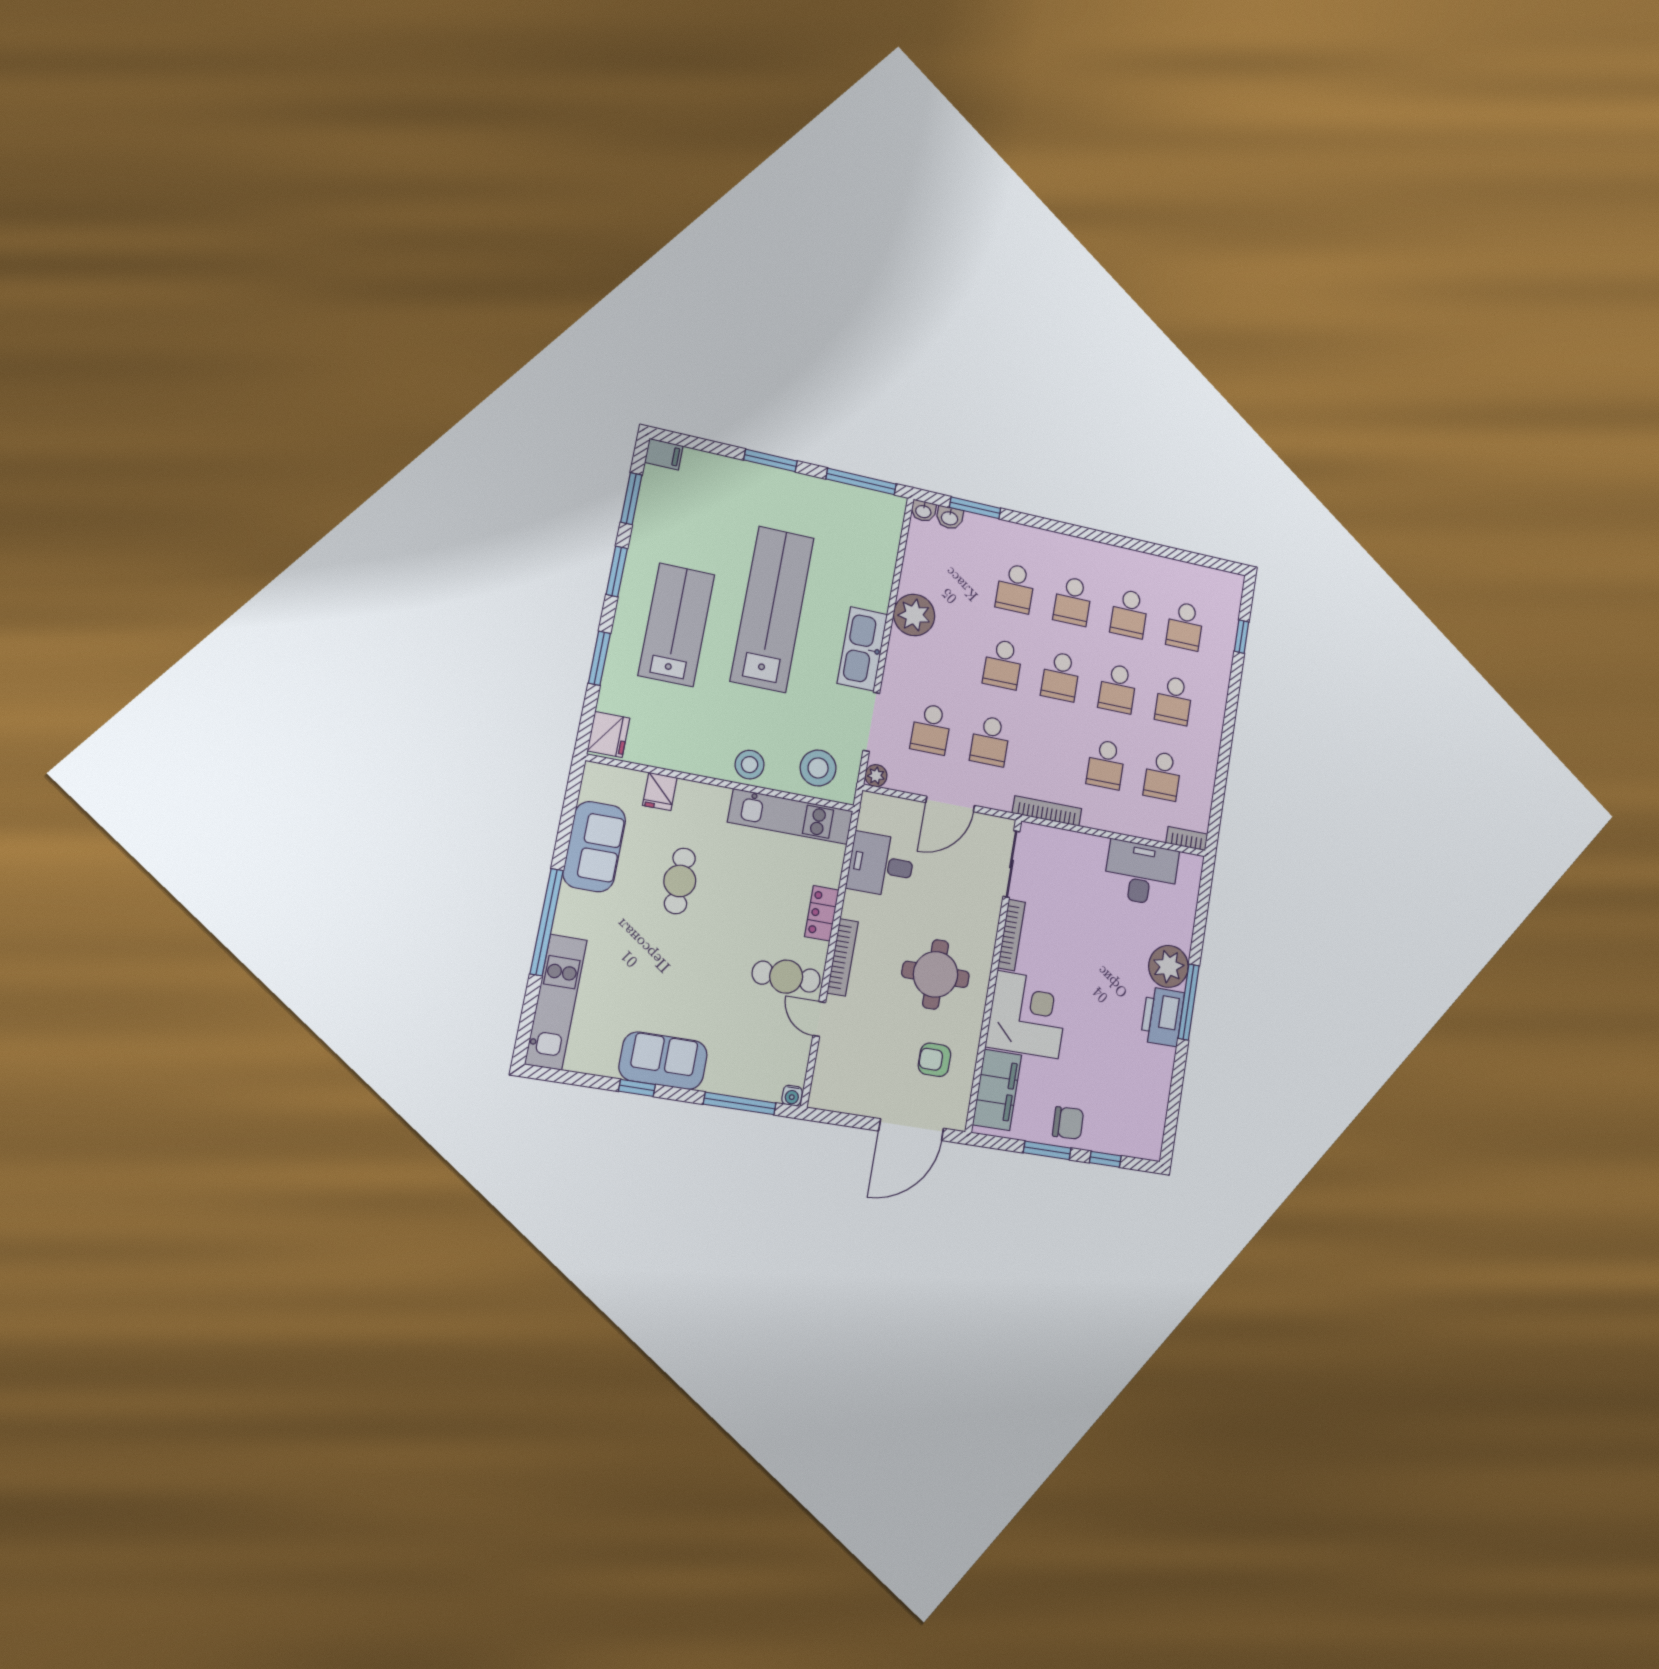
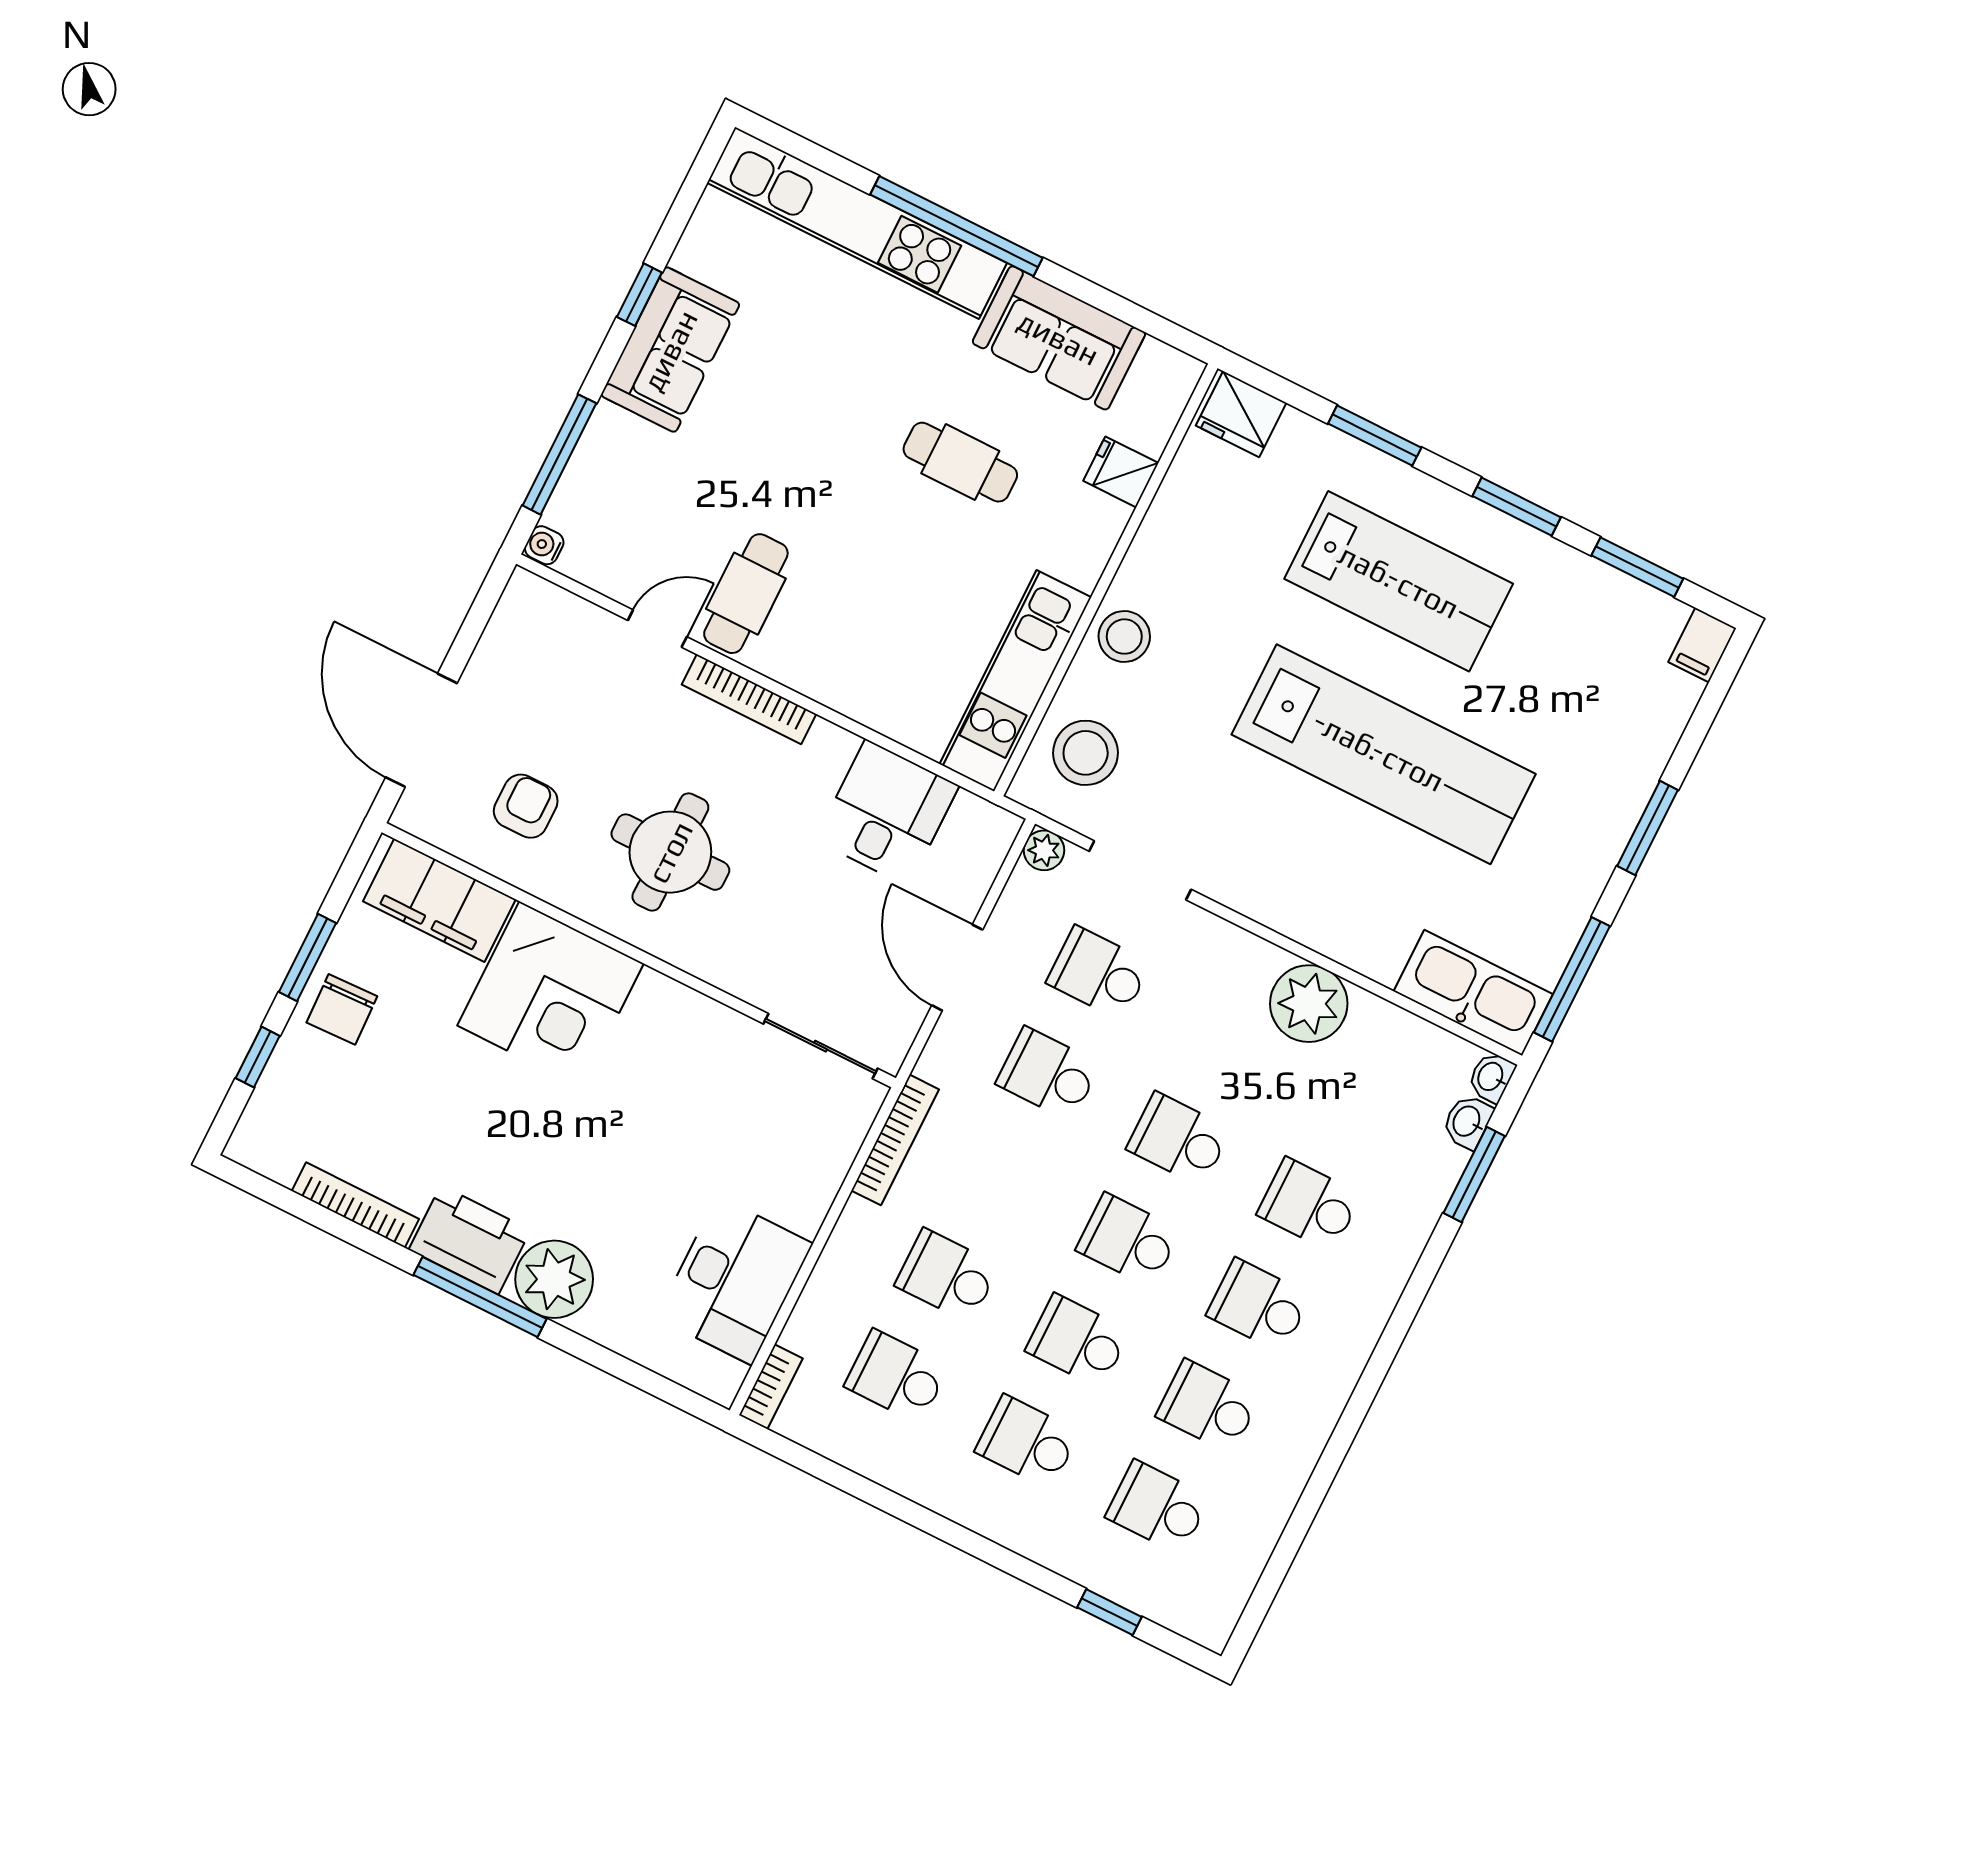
kitchen sink: (862, 649) -> (1473, 993), moved
locker: (822, 913) -> (835, 686), removed
bookcase: (1012, 935) -> (355, 1205), moved, turned 180
kitchen unit: (556, 1002) -> (857, 223), width x1.36

